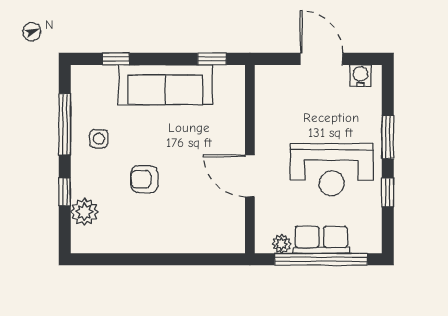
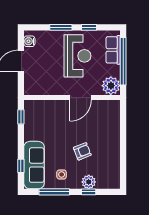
sofa: (165, 85) -> (34, 165), moved
armchair: (144, 179) -> (82, 151), turned -112
plant: (84, 212) -> (89, 182), moved
row of seats: (321, 240) -> (113, 50), moved
plant: (282, 244) -> (111, 86), width x1.87, depth x1.87

